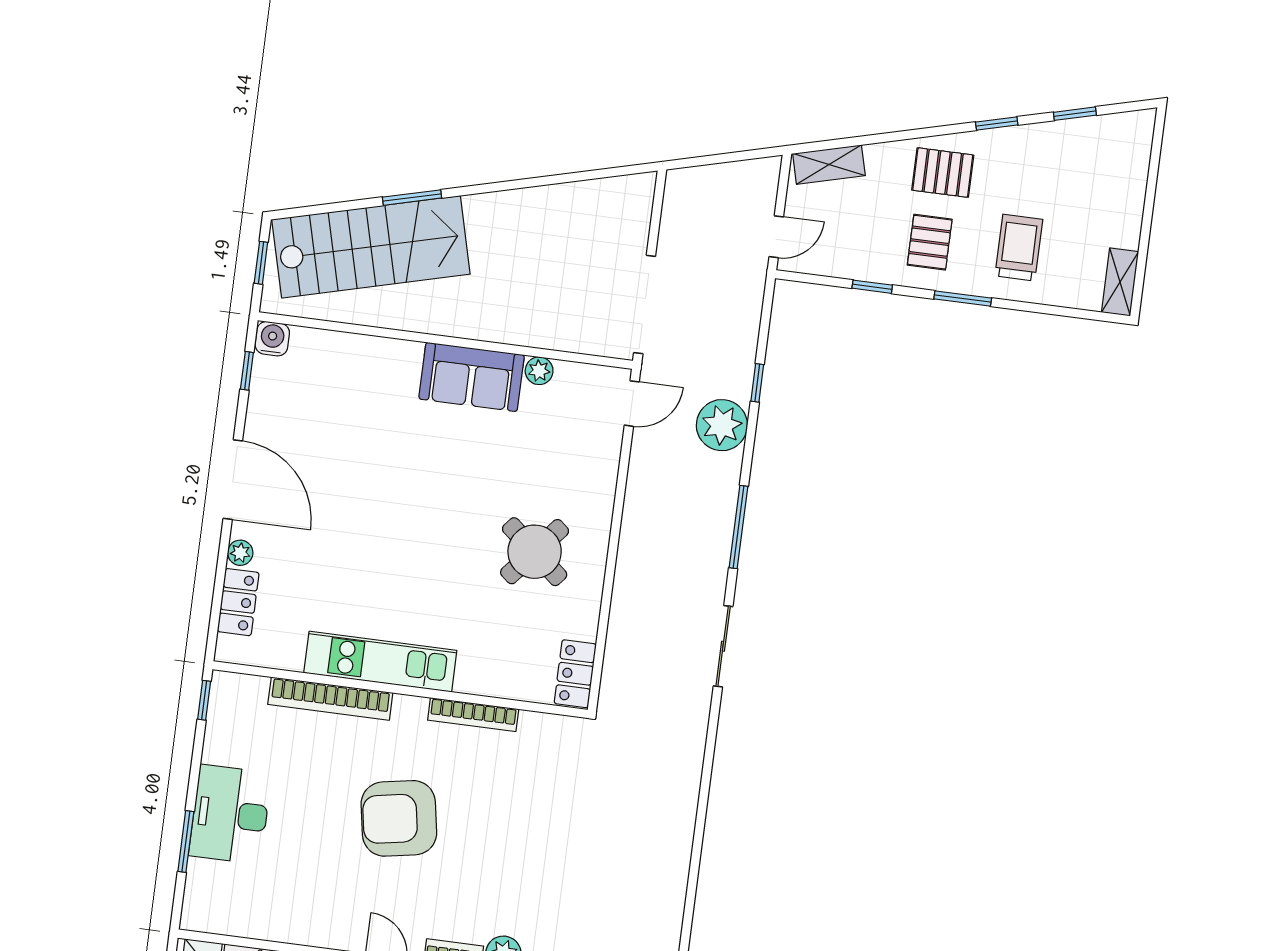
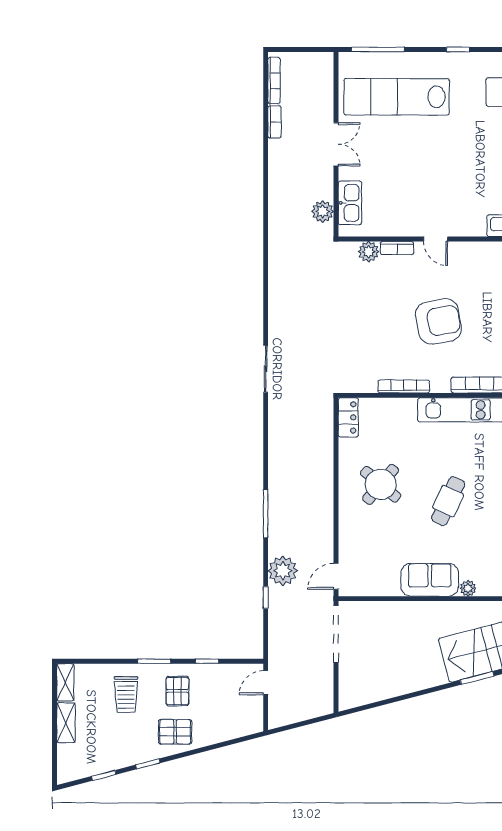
shelving: (829, 165) -> (66, 723), moved, turned -75
plant: (539, 371) -> (468, 588), moved
cafe table: (422, 508) -> (448, 501), added
sliding door: (723, 646) -> (266, 369), moved

